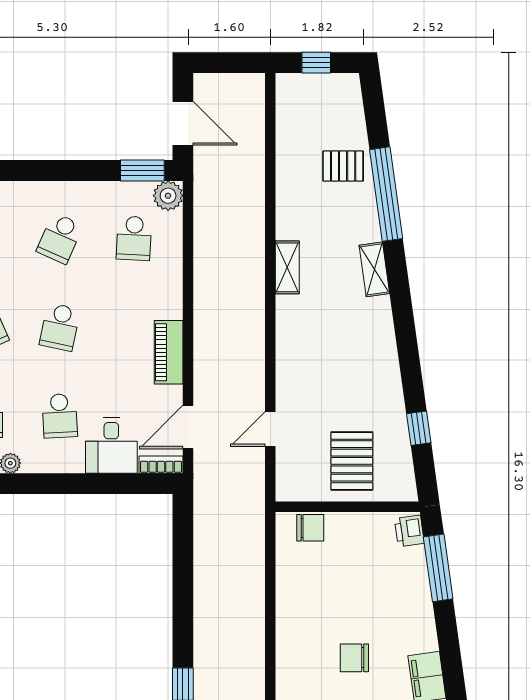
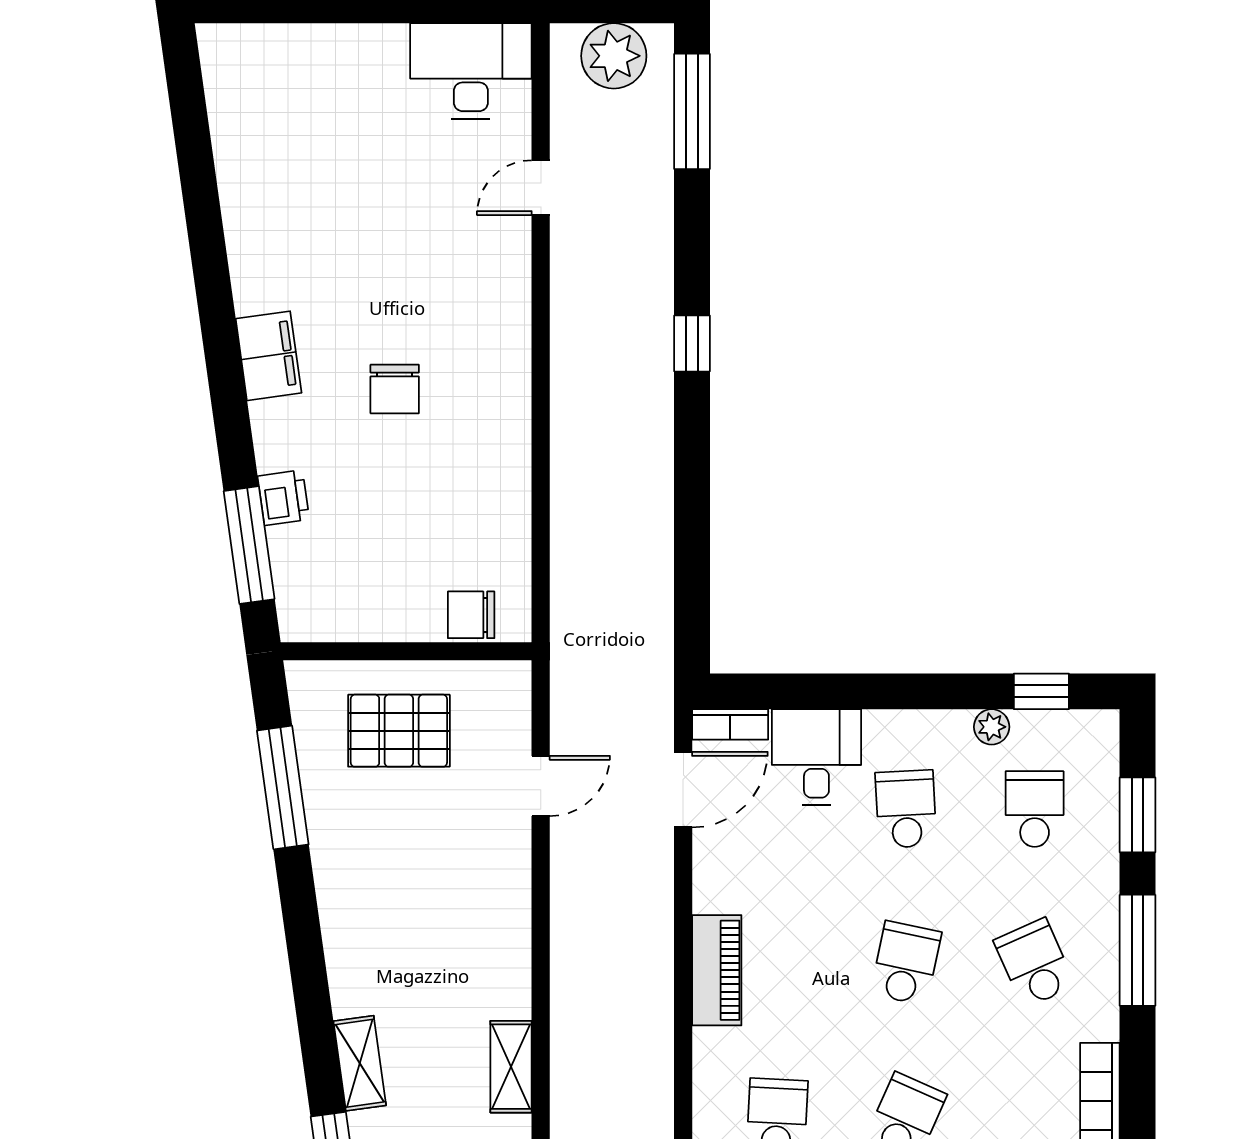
piano: (169, 352) -> (717, 970), moved
window: (419, 428) -> (283, 787), width x2.17
pallet: (352, 461) -> (399, 731), turned 90
printer: (409, 531) -> (283, 498), moved
chair: (354, 658) -> (395, 389), turned 90

